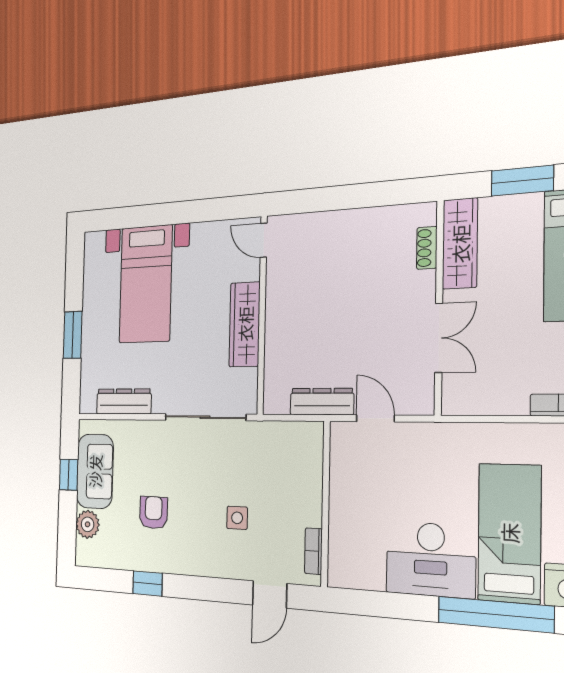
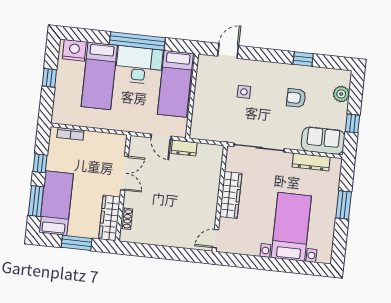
door: (264, 240) -> (215, 239), swing flipped
double door: (439, 338) -> (125, 173), swing flipped
dresser: (322, 402) -> (184, 148), width x0.70
sofa: (95, 471) -> (323, 141), moved, turned 90
armchair: (153, 513) -> (296, 98), turned 89
bed: (358, 526) -> (175, 84), added
bookcase: (313, 551) -> (201, 72), removed
window: (495, 614) -> (137, 41), moved

